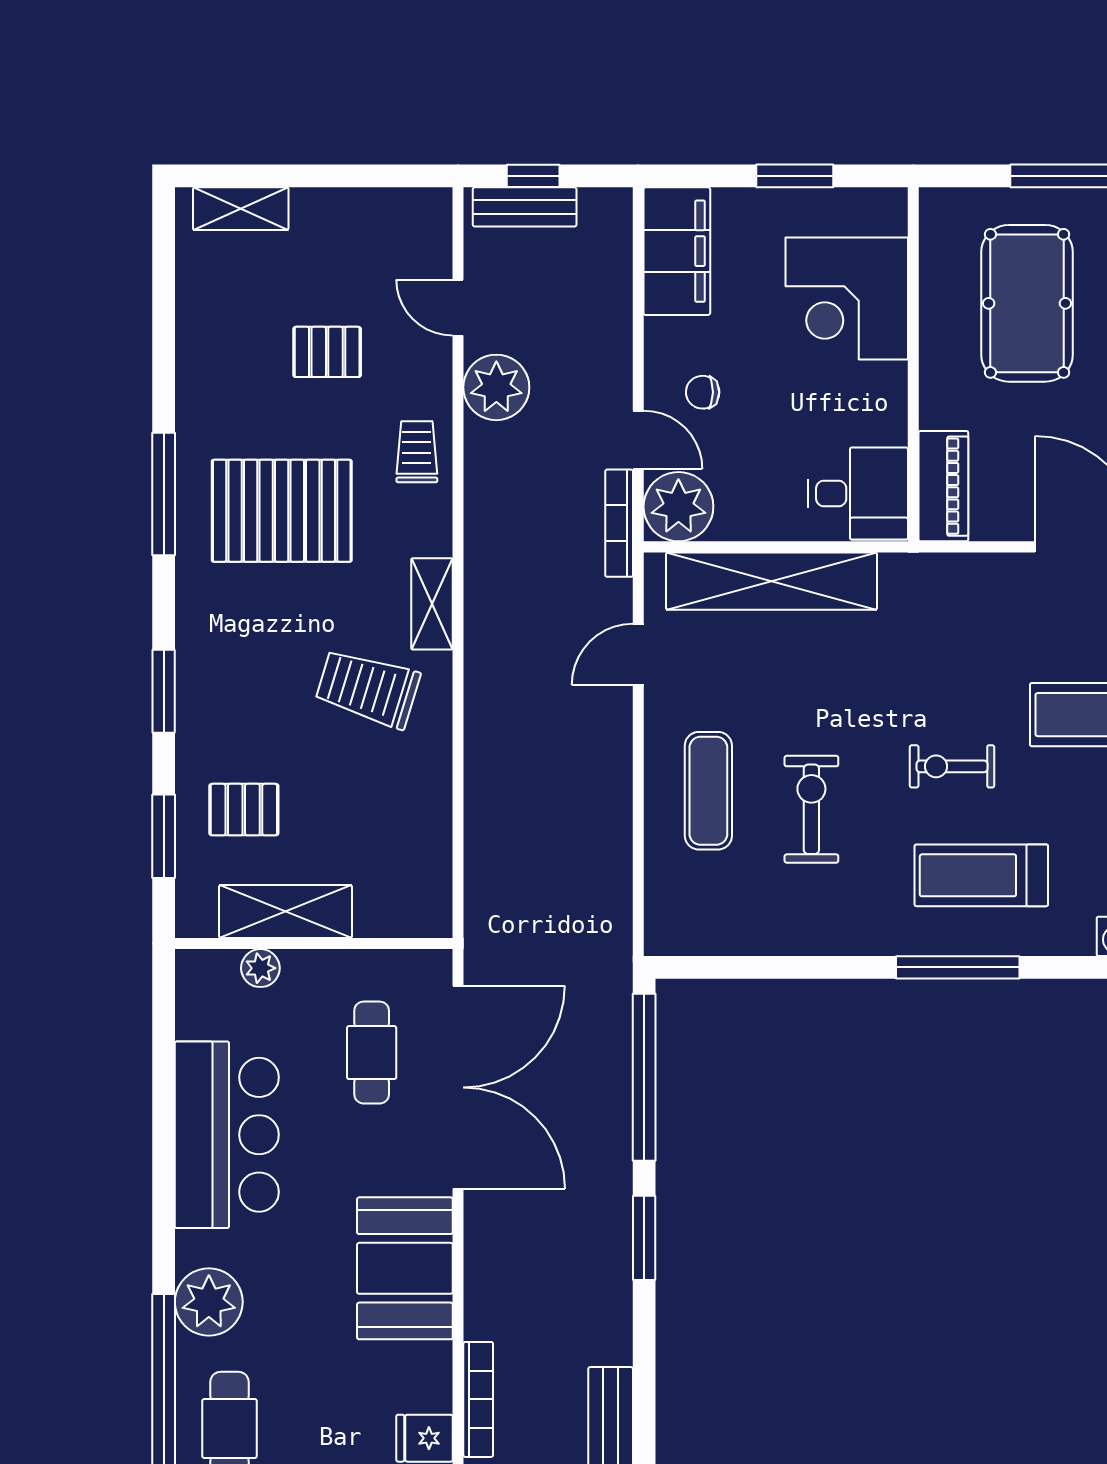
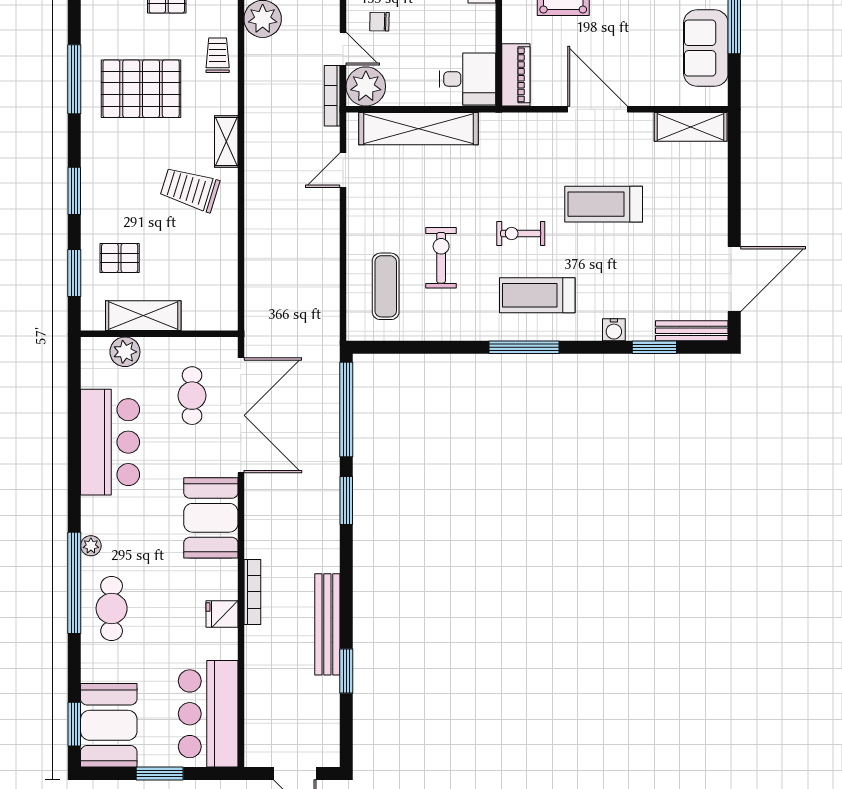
exercise mat: (708, 791) -> (386, 286), moved
plant: (260, 968) -> (125, 352), width x1.38, depth x1.38
plant: (209, 1302) -> (91, 546), width x0.53, depth x0.53

